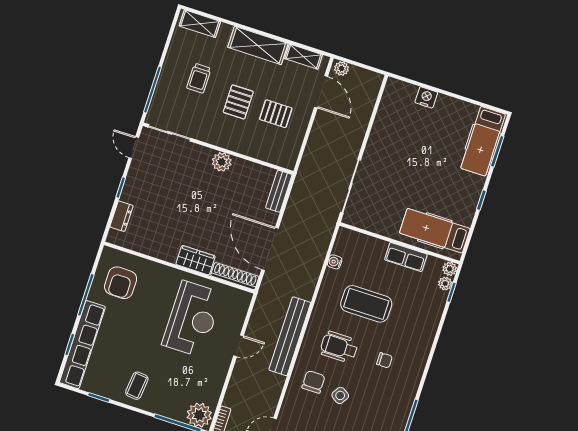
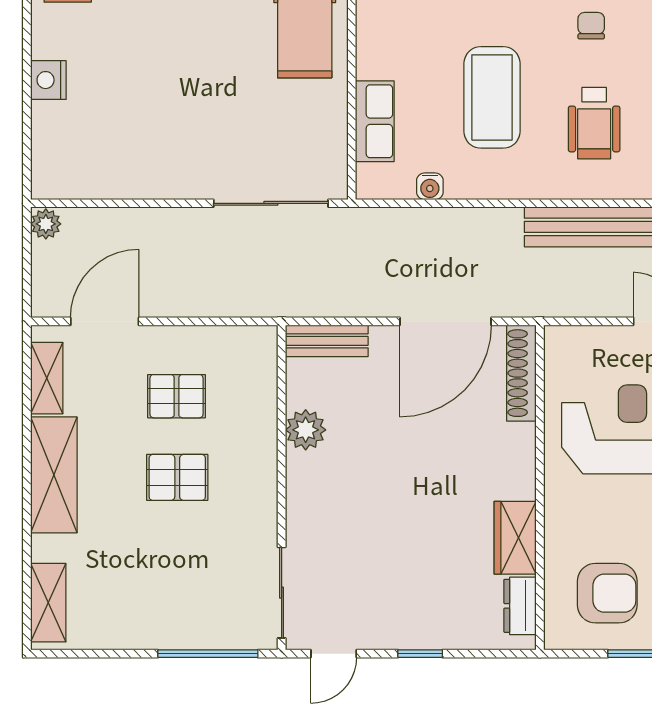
plant: (342, 68) -> (46, 224), moved
trolley: (199, 78) -> (156, 570), removed
nightstand: (426, 97) -> (48, 80), moved
pallet: (276, 114) -> (177, 396), turned 90
plant: (222, 162) -> (306, 430), moved
dresser: (122, 216) -> (520, 606), moved, turned -90
row of seats: (406, 257) -> (375, 121), moved
wardrobe: (196, 260) -> (515, 538), moved

